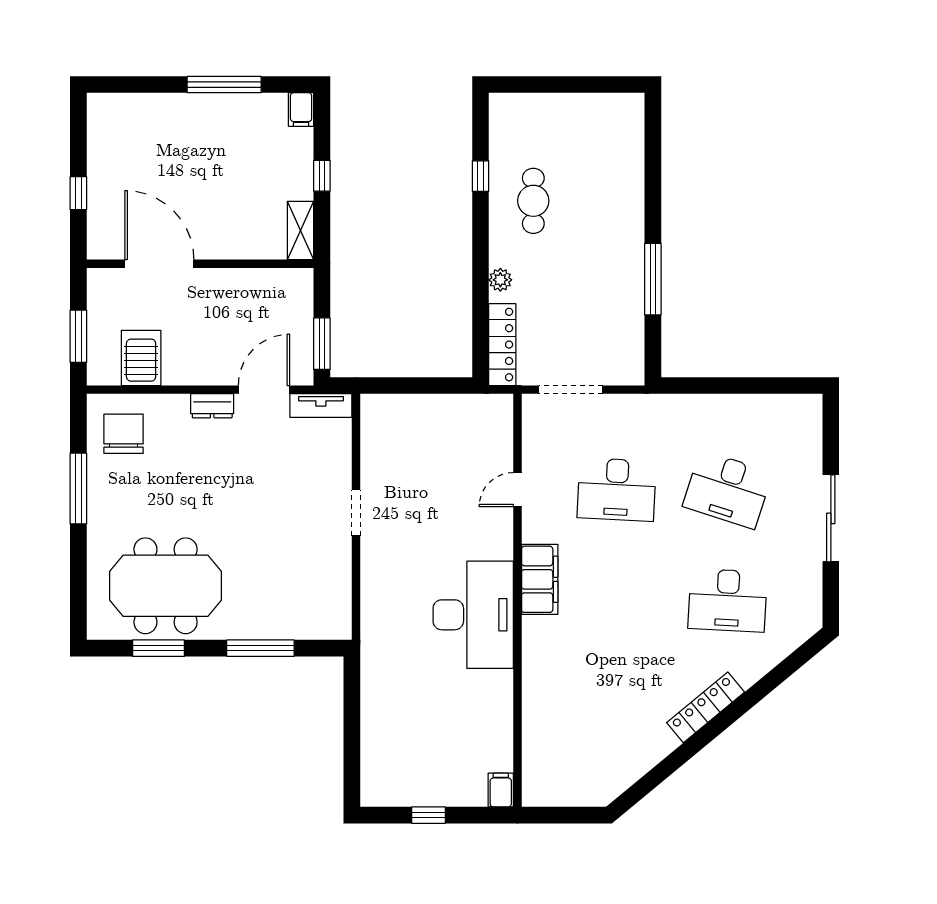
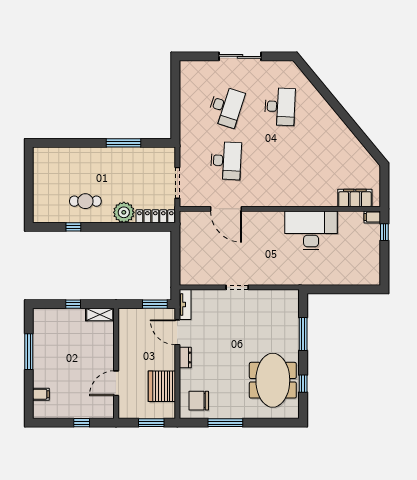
filing cabinet: (301, 110) -> (41, 394), moved
door: (159, 264) -> (116, 383), width x0.73
plant: (500, 280) -> (124, 212), width x1.87, depth x1.87
server rack: (141, 358) -> (162, 386), width x1.60
door: (517, 490) -> (226, 209), width x1.88
filing cabinet: (540, 579) -> (355, 198), moved
desk: (473, 615) -> (311, 230), moved
window: (159, 648) -> (303, 384), width x0.67
locker: (706, 707) -> (332, 117), removed
window: (429, 815) -> (384, 232), moved

